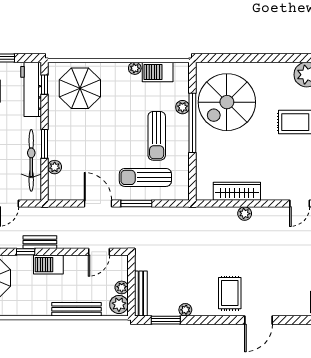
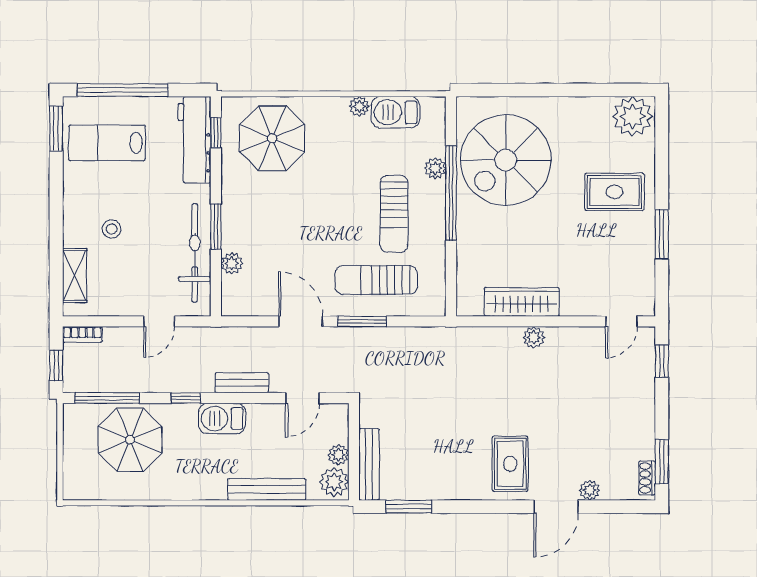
bench: (40, 242) -> (242, 383), moved
plant: (185, 310) -> (590, 490), moved

